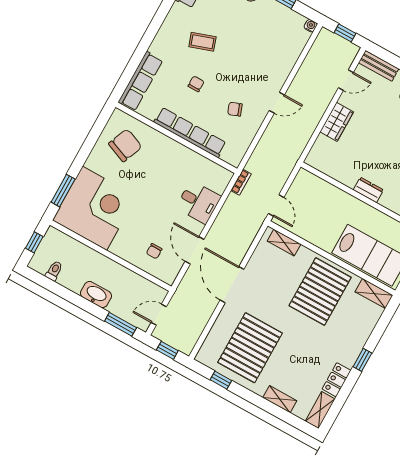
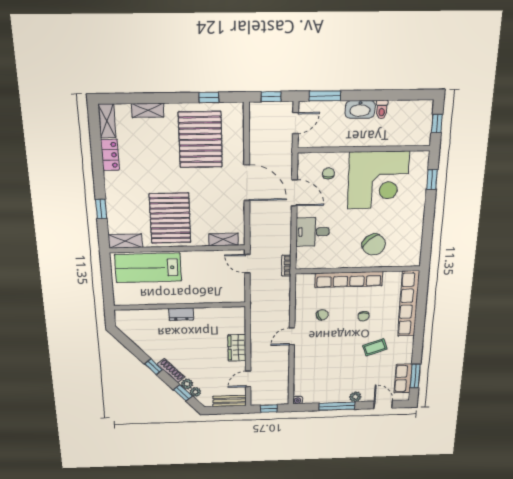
row of seats: (141, 81) -> (409, 304), width x1.36
chair: (125, 145) -> (374, 245), moved, turned -64
window: (63, 191) -> (432, 179), width x0.67
corner desk: (94, 208) -> (378, 180), moved, turned -90
toilet: (54, 271) -> (382, 109), moved
window: (362, 360) -> (101, 209), moved

